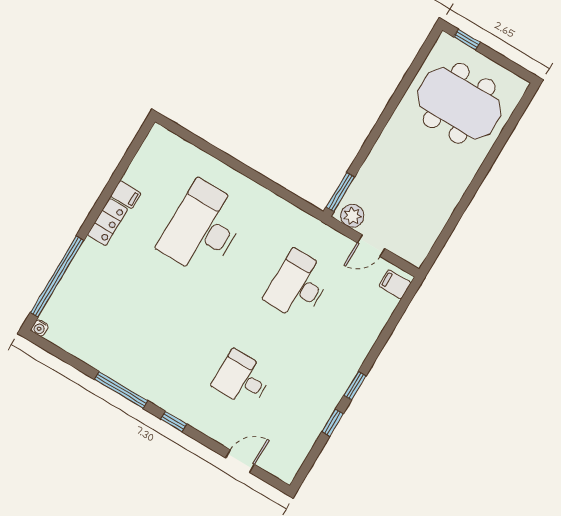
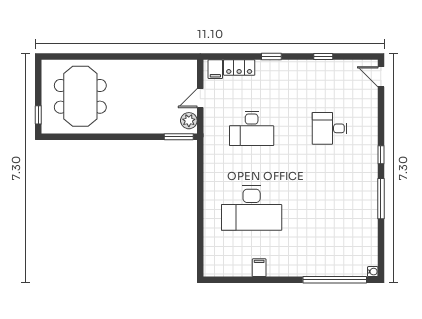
locker: (108, 222) -> (239, 68), moved, turned 180
door: (371, 246) -> (200, 98), swing flipped
desk: (242, 379) -> (330, 128), turned 90
window: (355, 386) -> (271, 57), moved
door: (240, 461) -> (381, 77), moved

